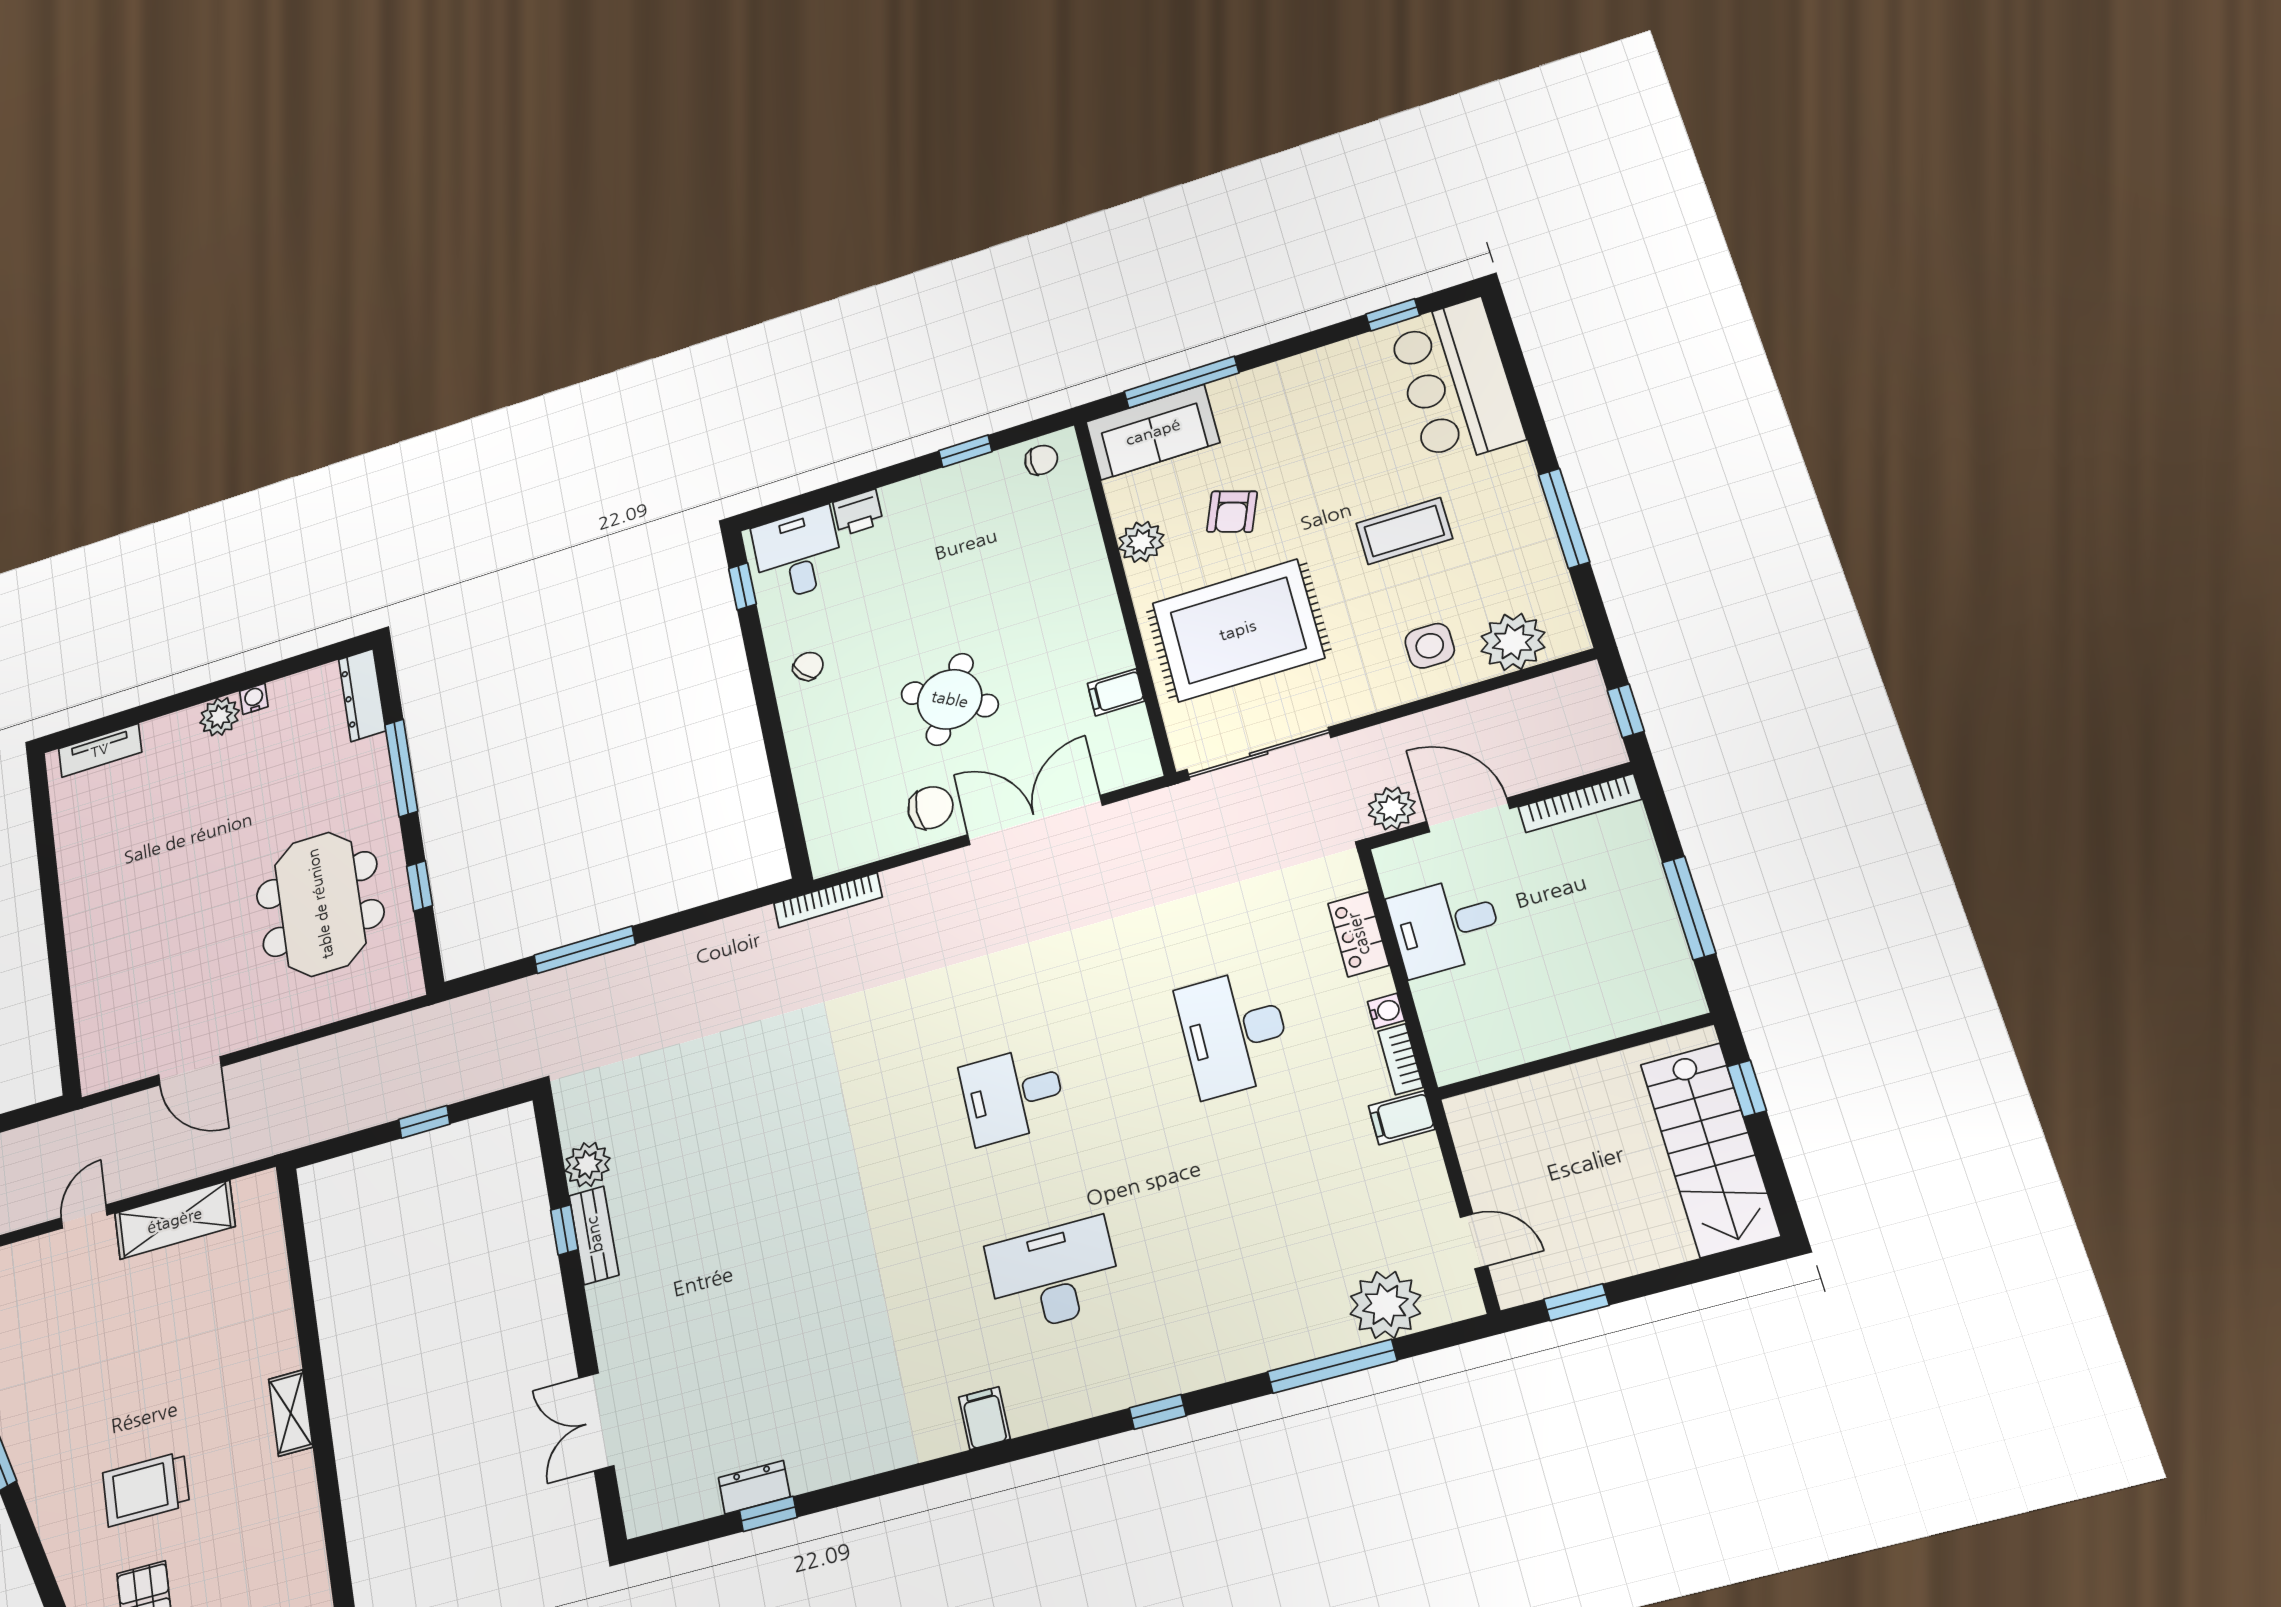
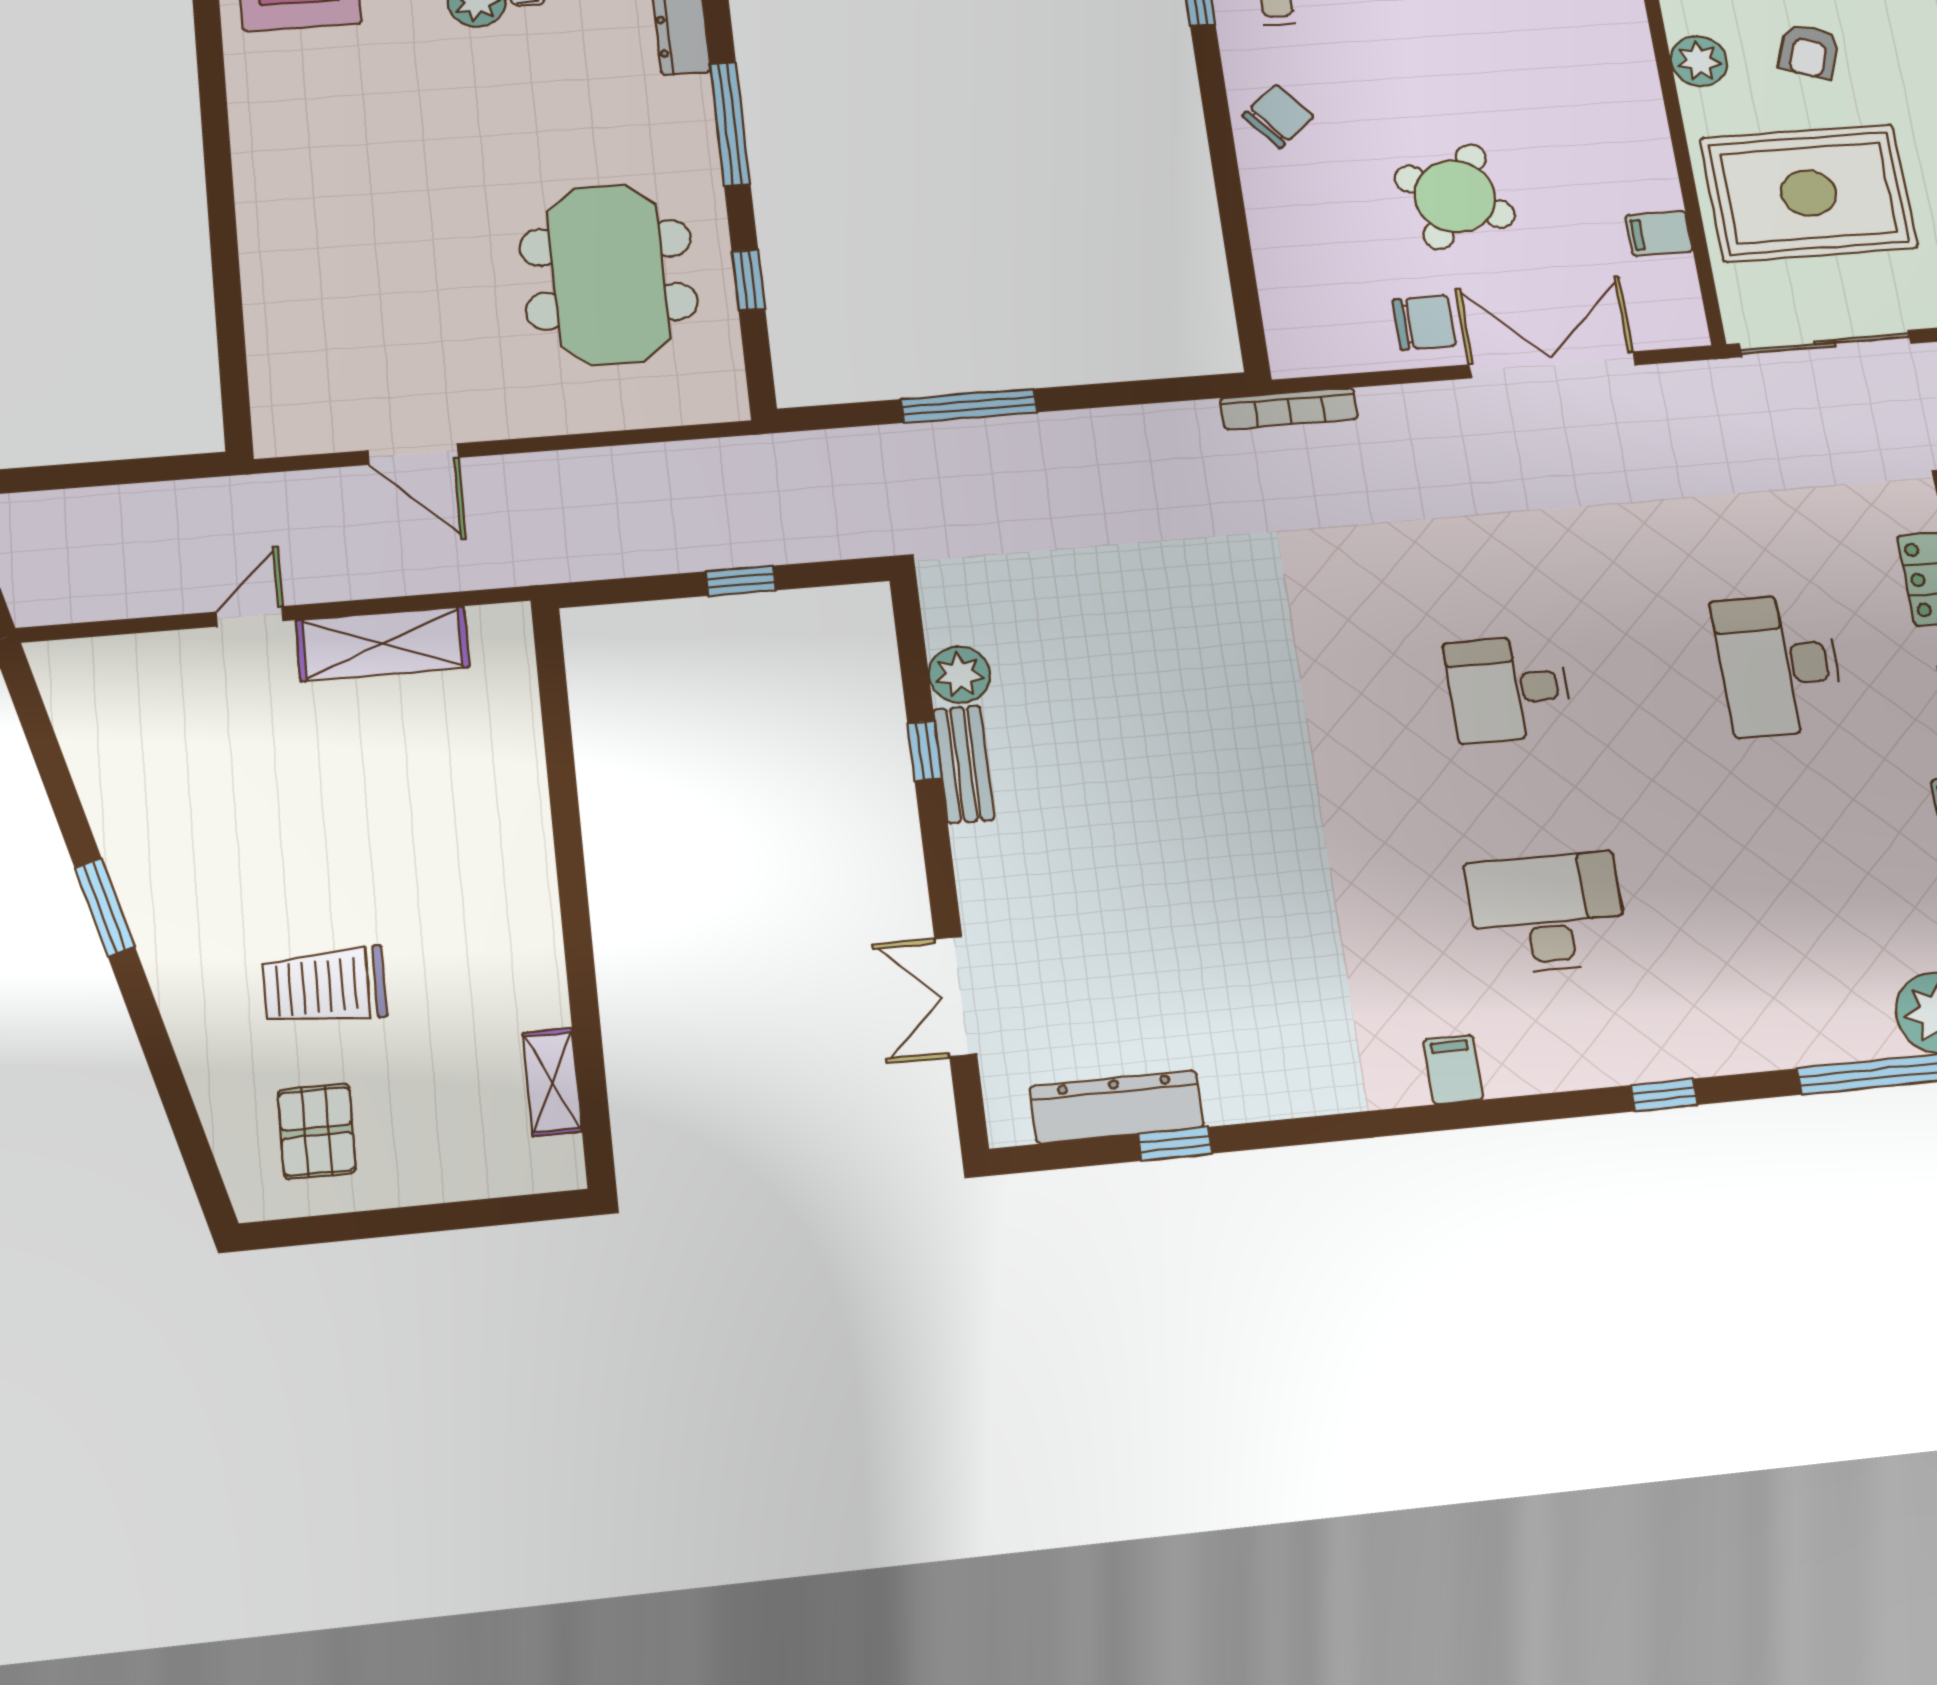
chair: (808, 666) -> (1278, 116), width x1.37, depth x1.37
shelving: (291, 1413) -> (552, 1082), moved
dresser: (754, 1487) -> (1117, 1107), width x1.96, depth x1.24

